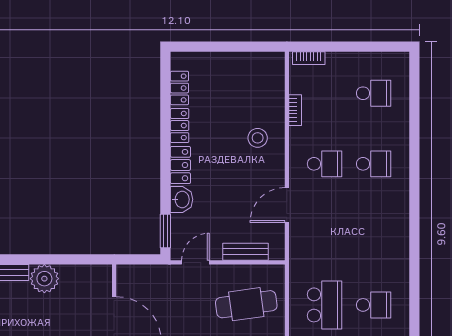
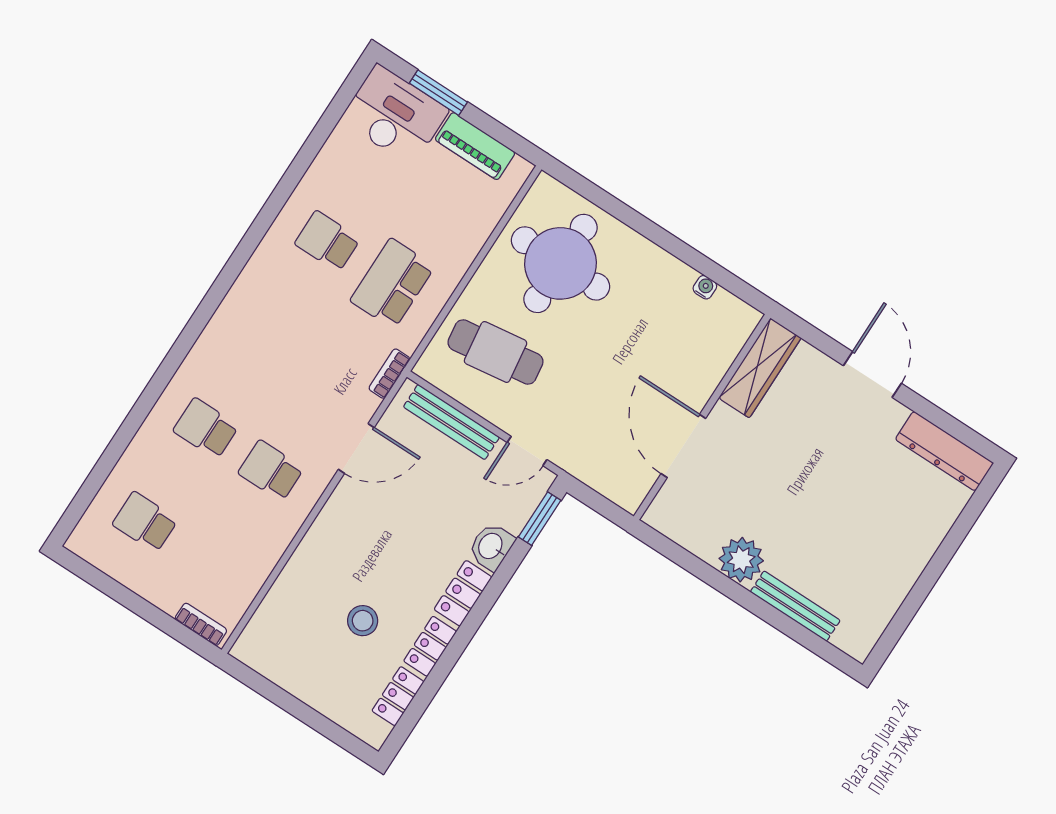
bookcase: (295, 110) -> (389, 374), moved
stool: (258, 138) -> (363, 621), moved
bench: (245, 252) -> (451, 422), width x1.36

